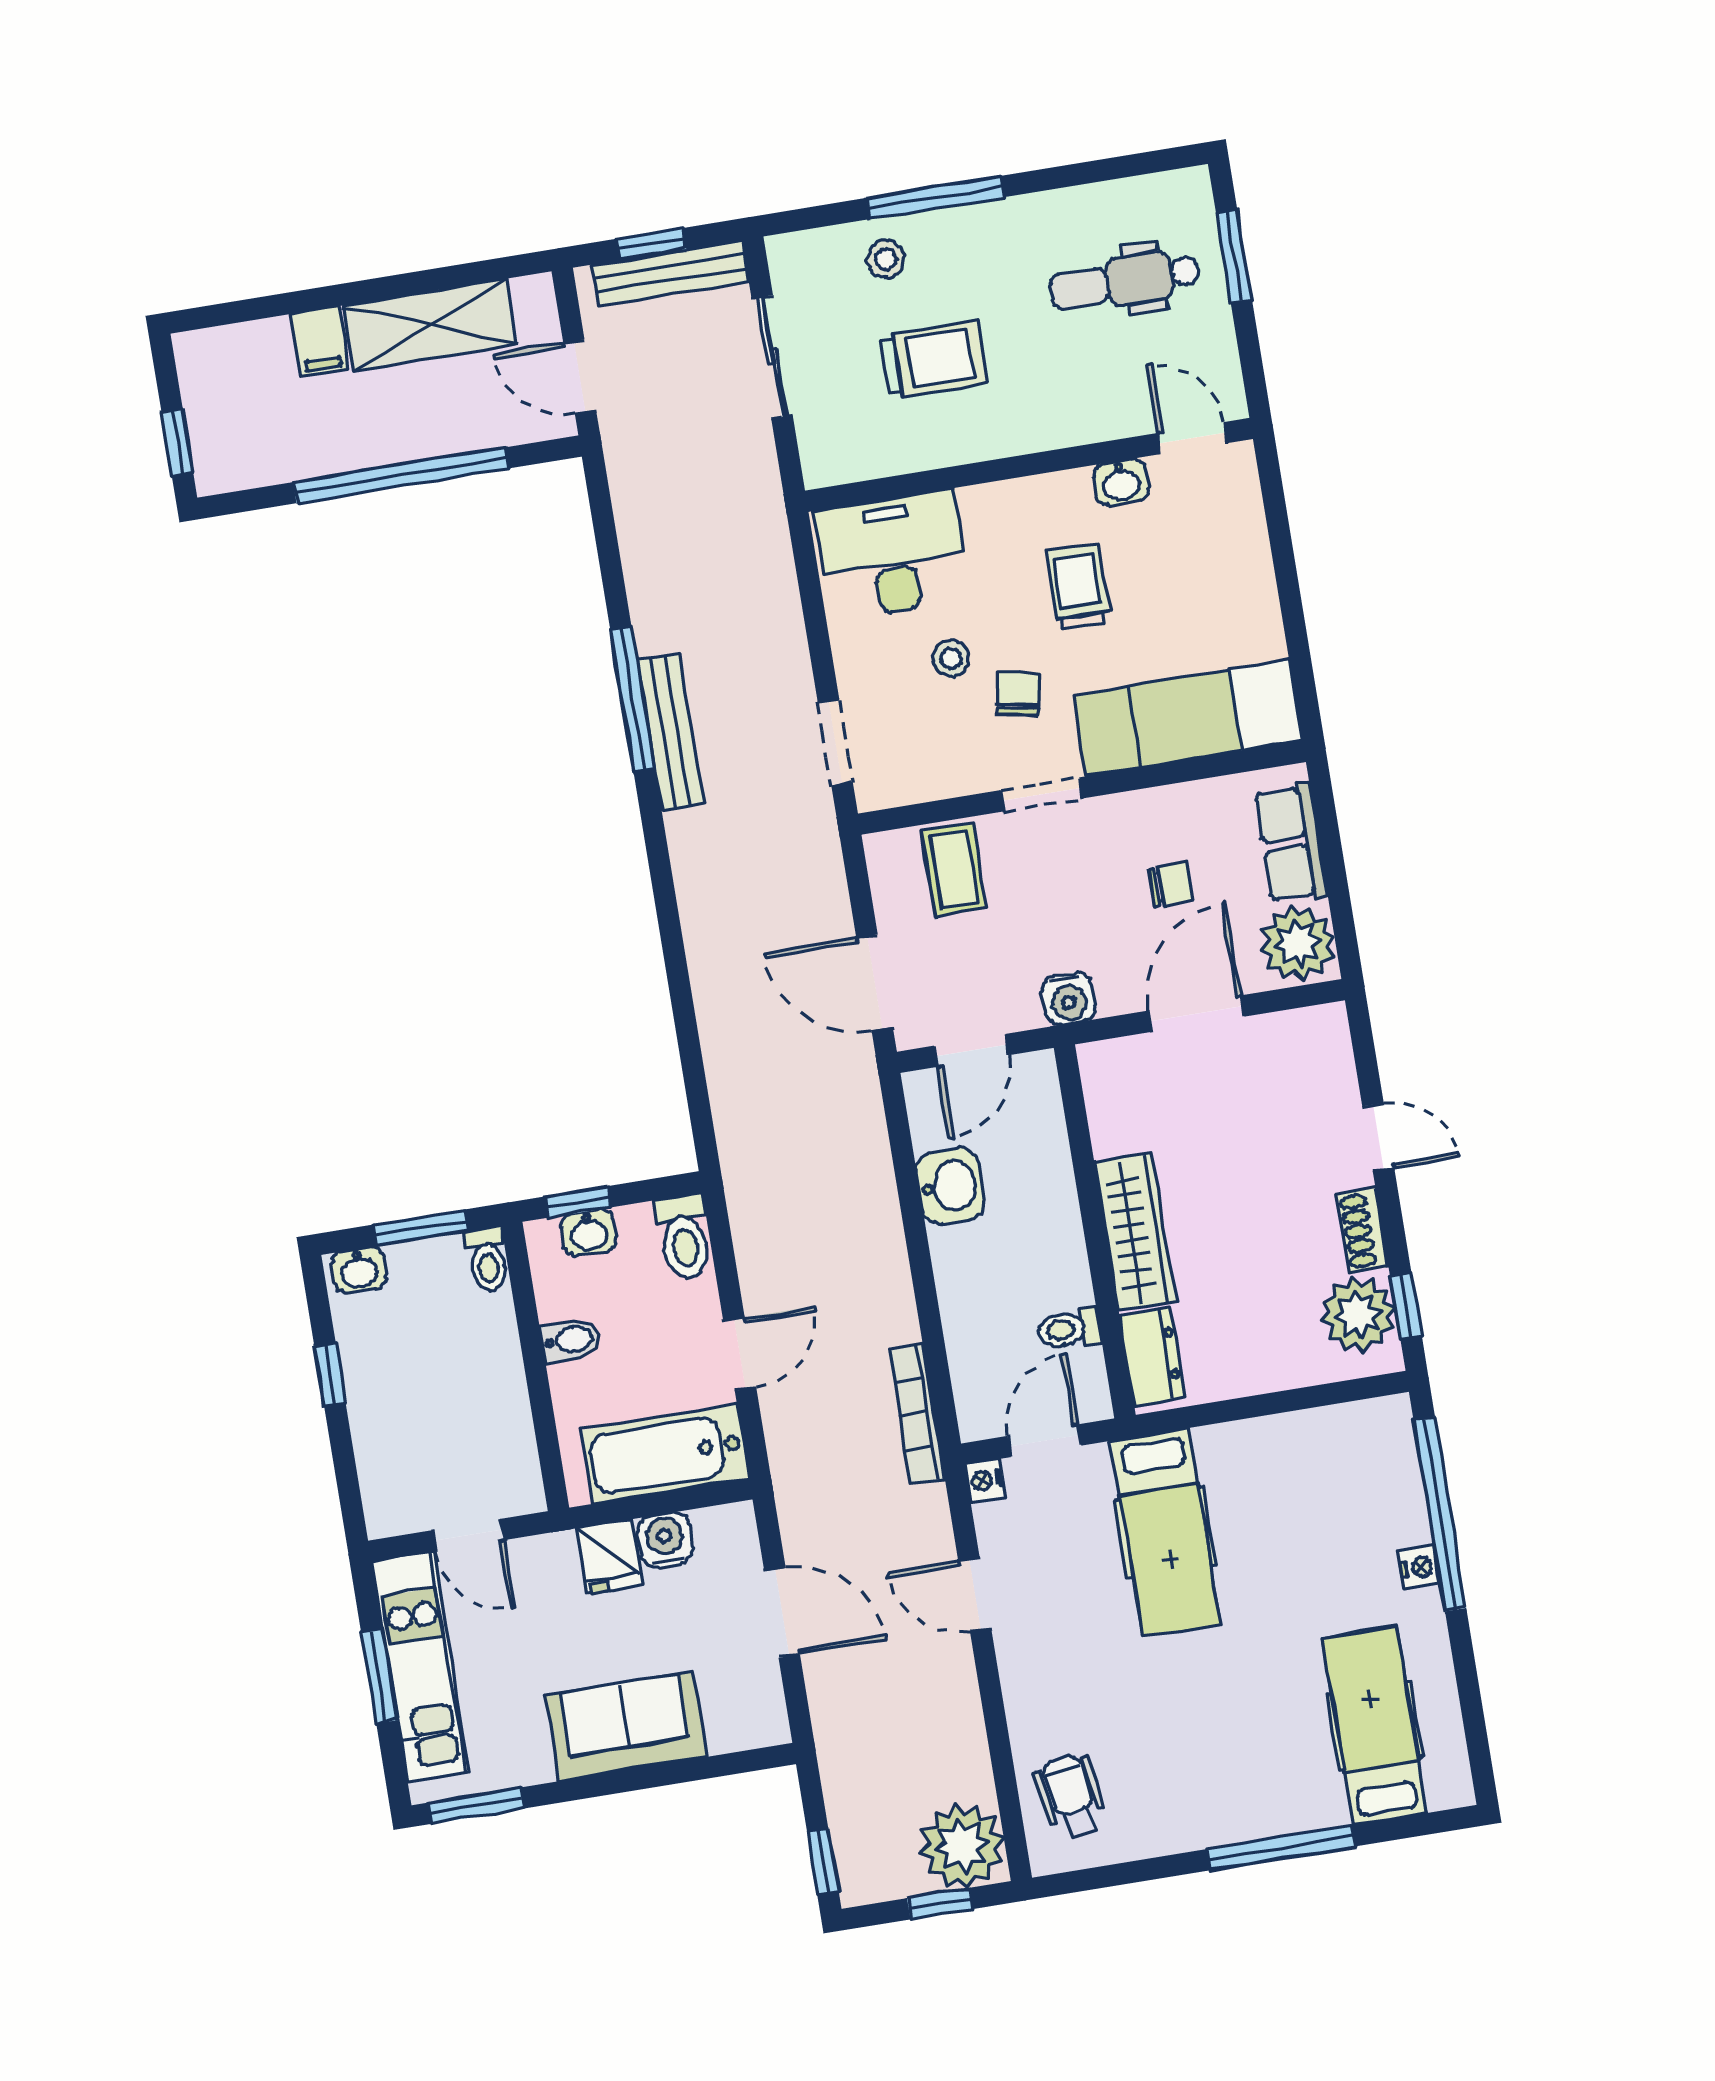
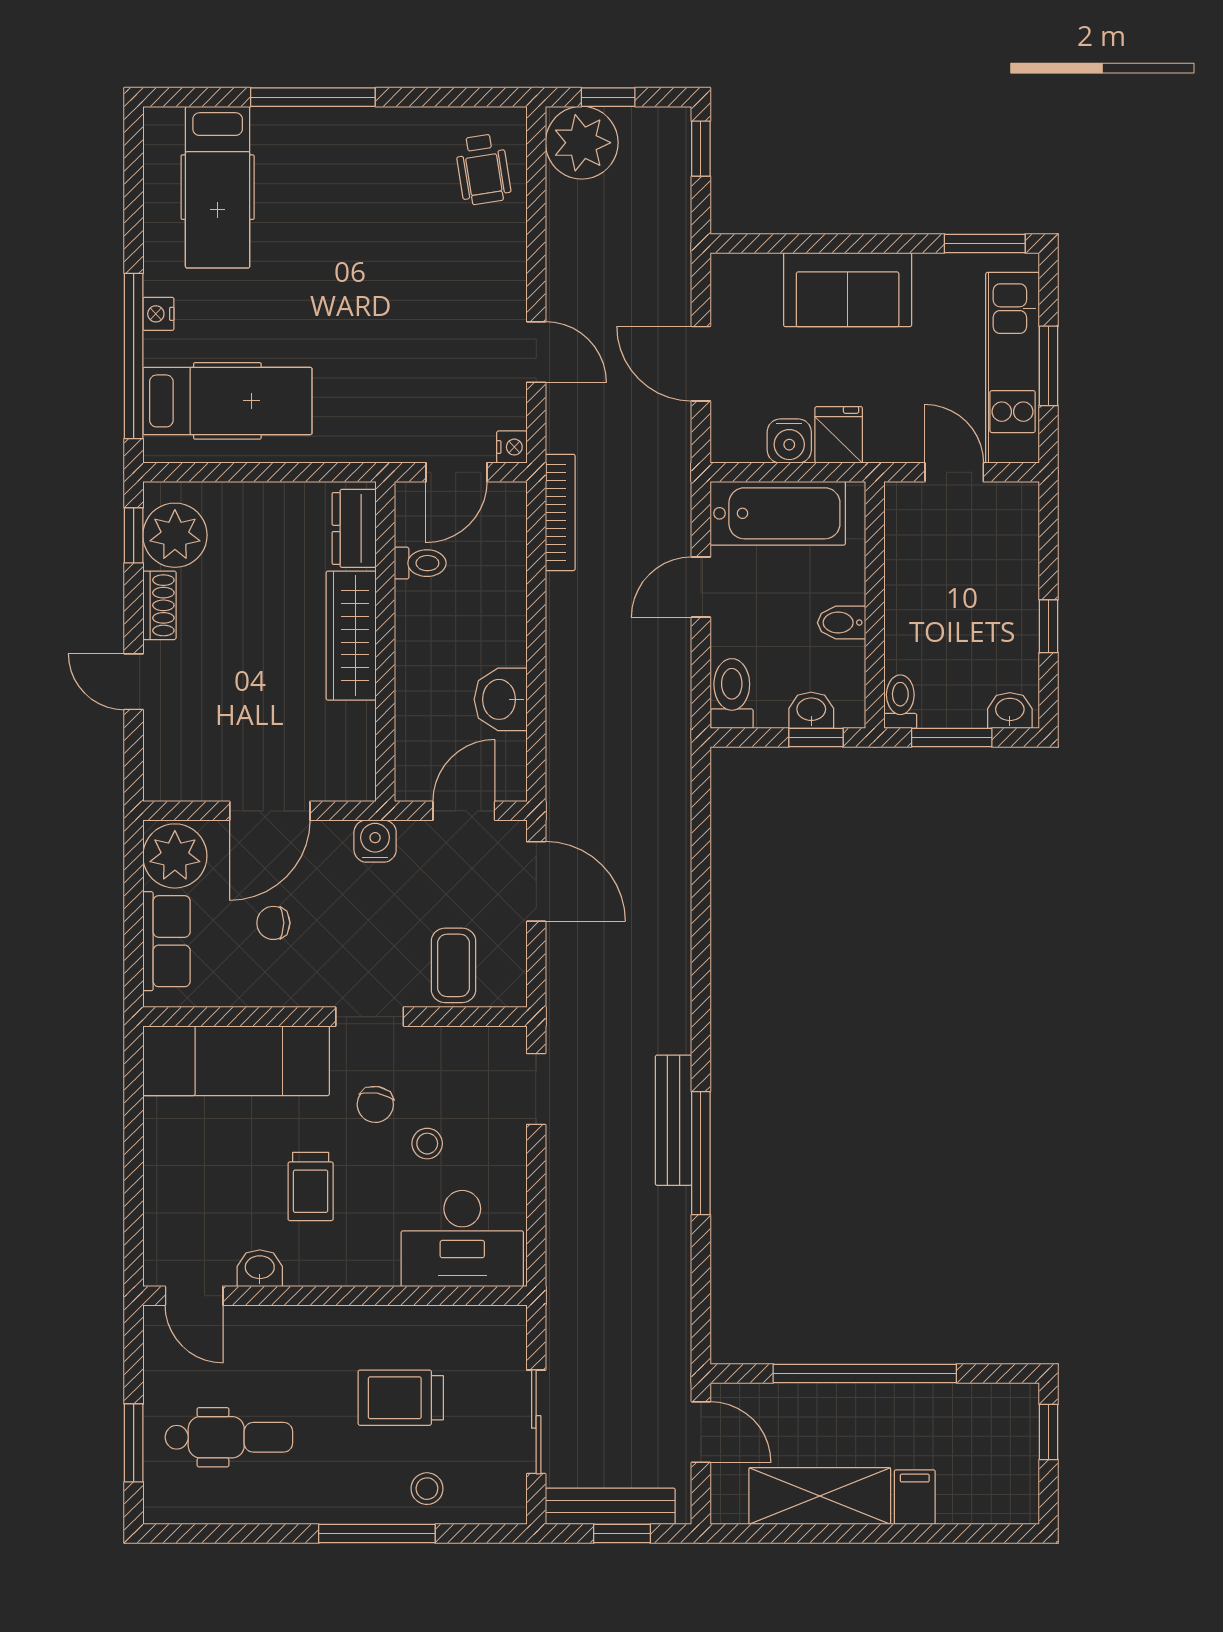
hospital bed: (1166, 1532) -> (227, 401), moved, turned 90

